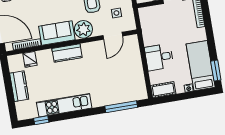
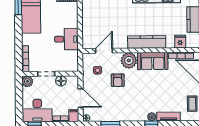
kitchen counter: (67, 53) -> (147, 42), width x1.50
desk: (159, 57) -> (66, 39), moved

